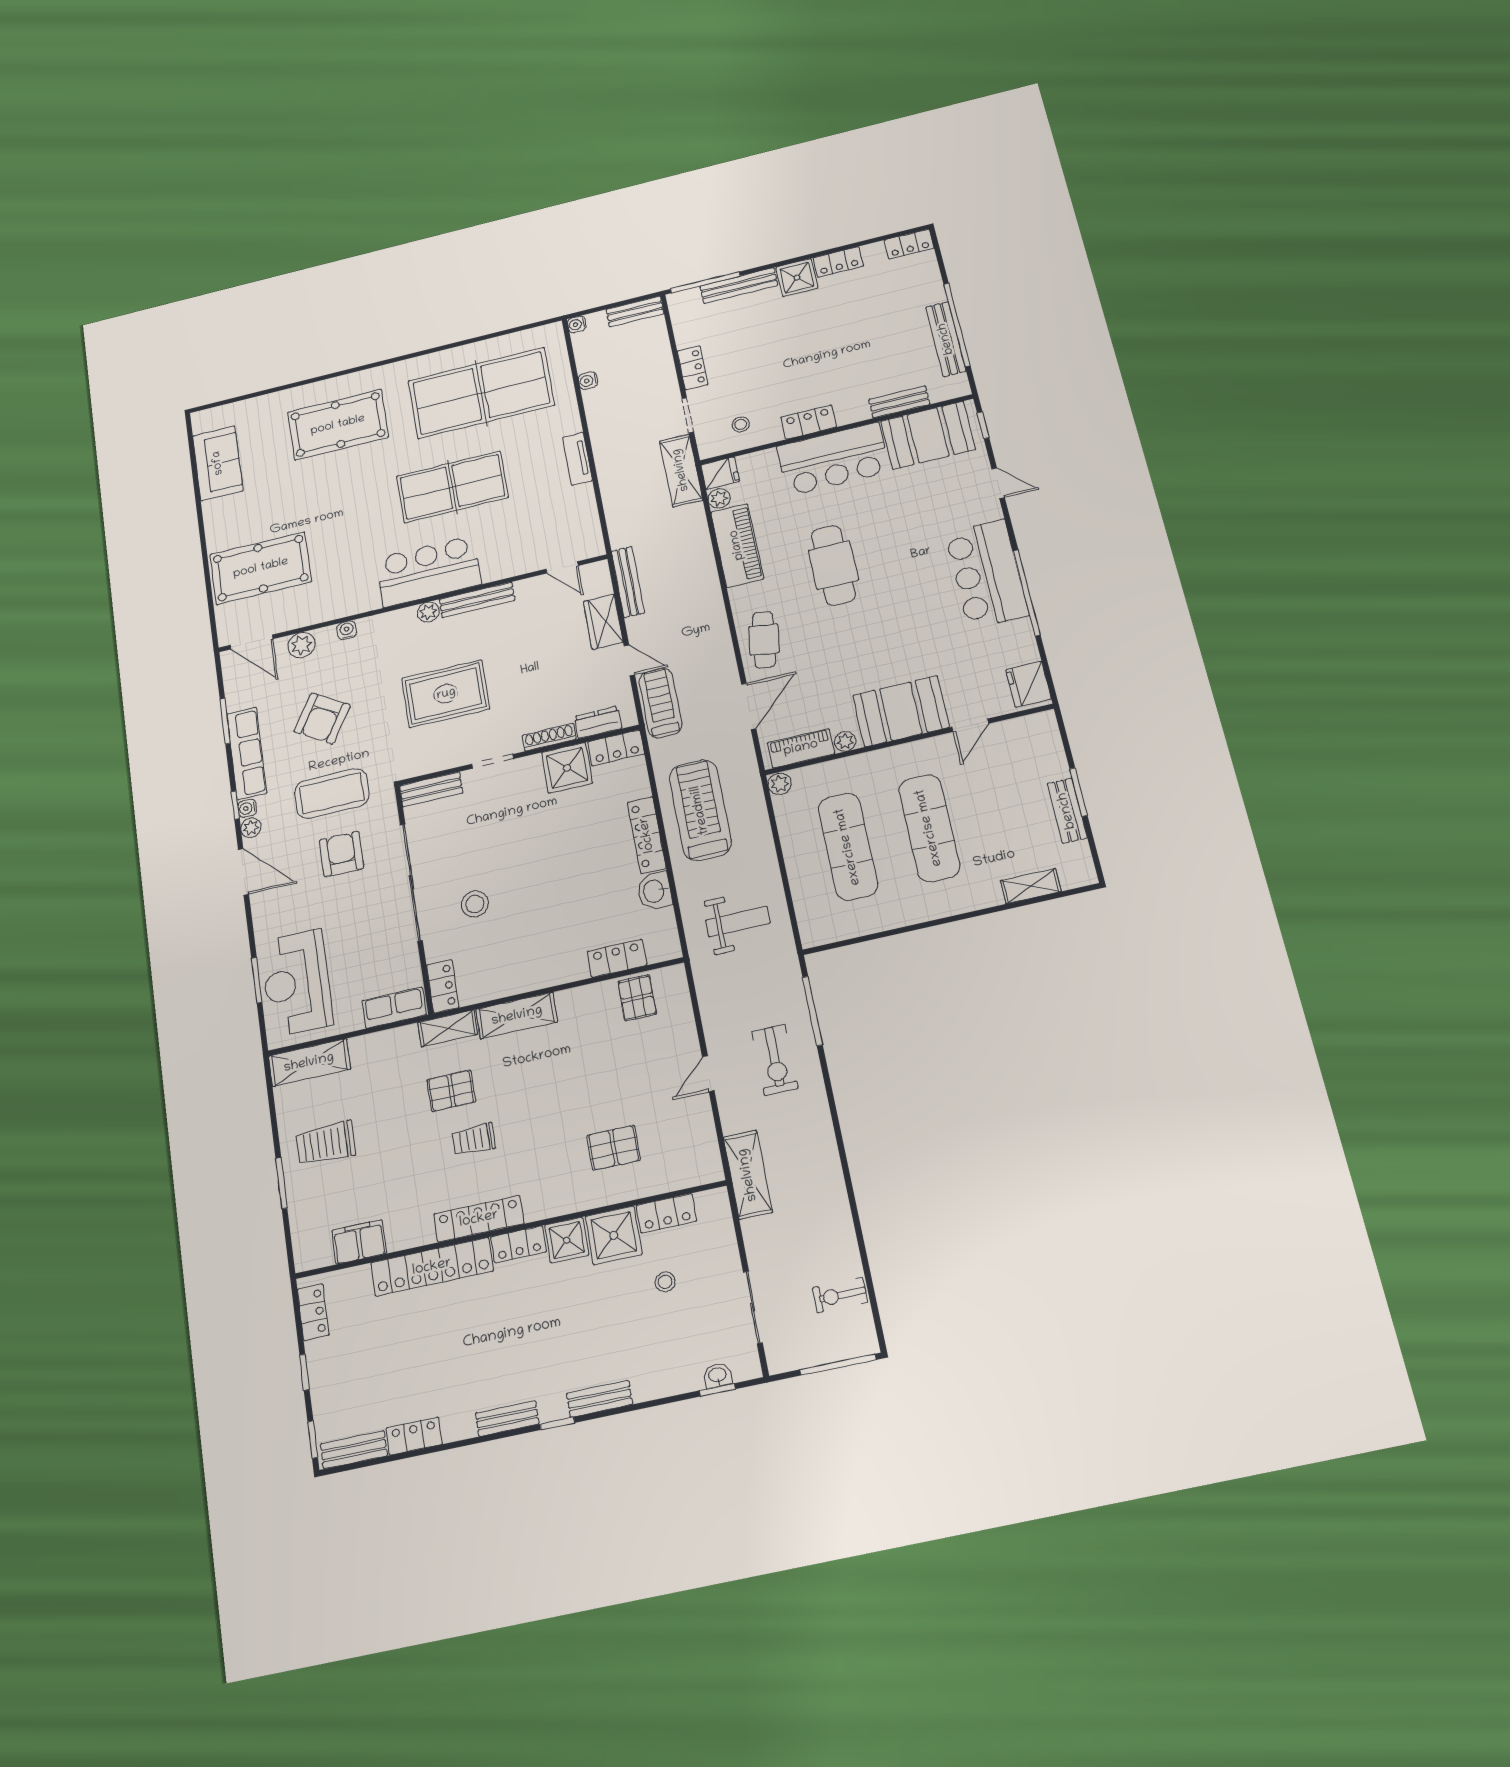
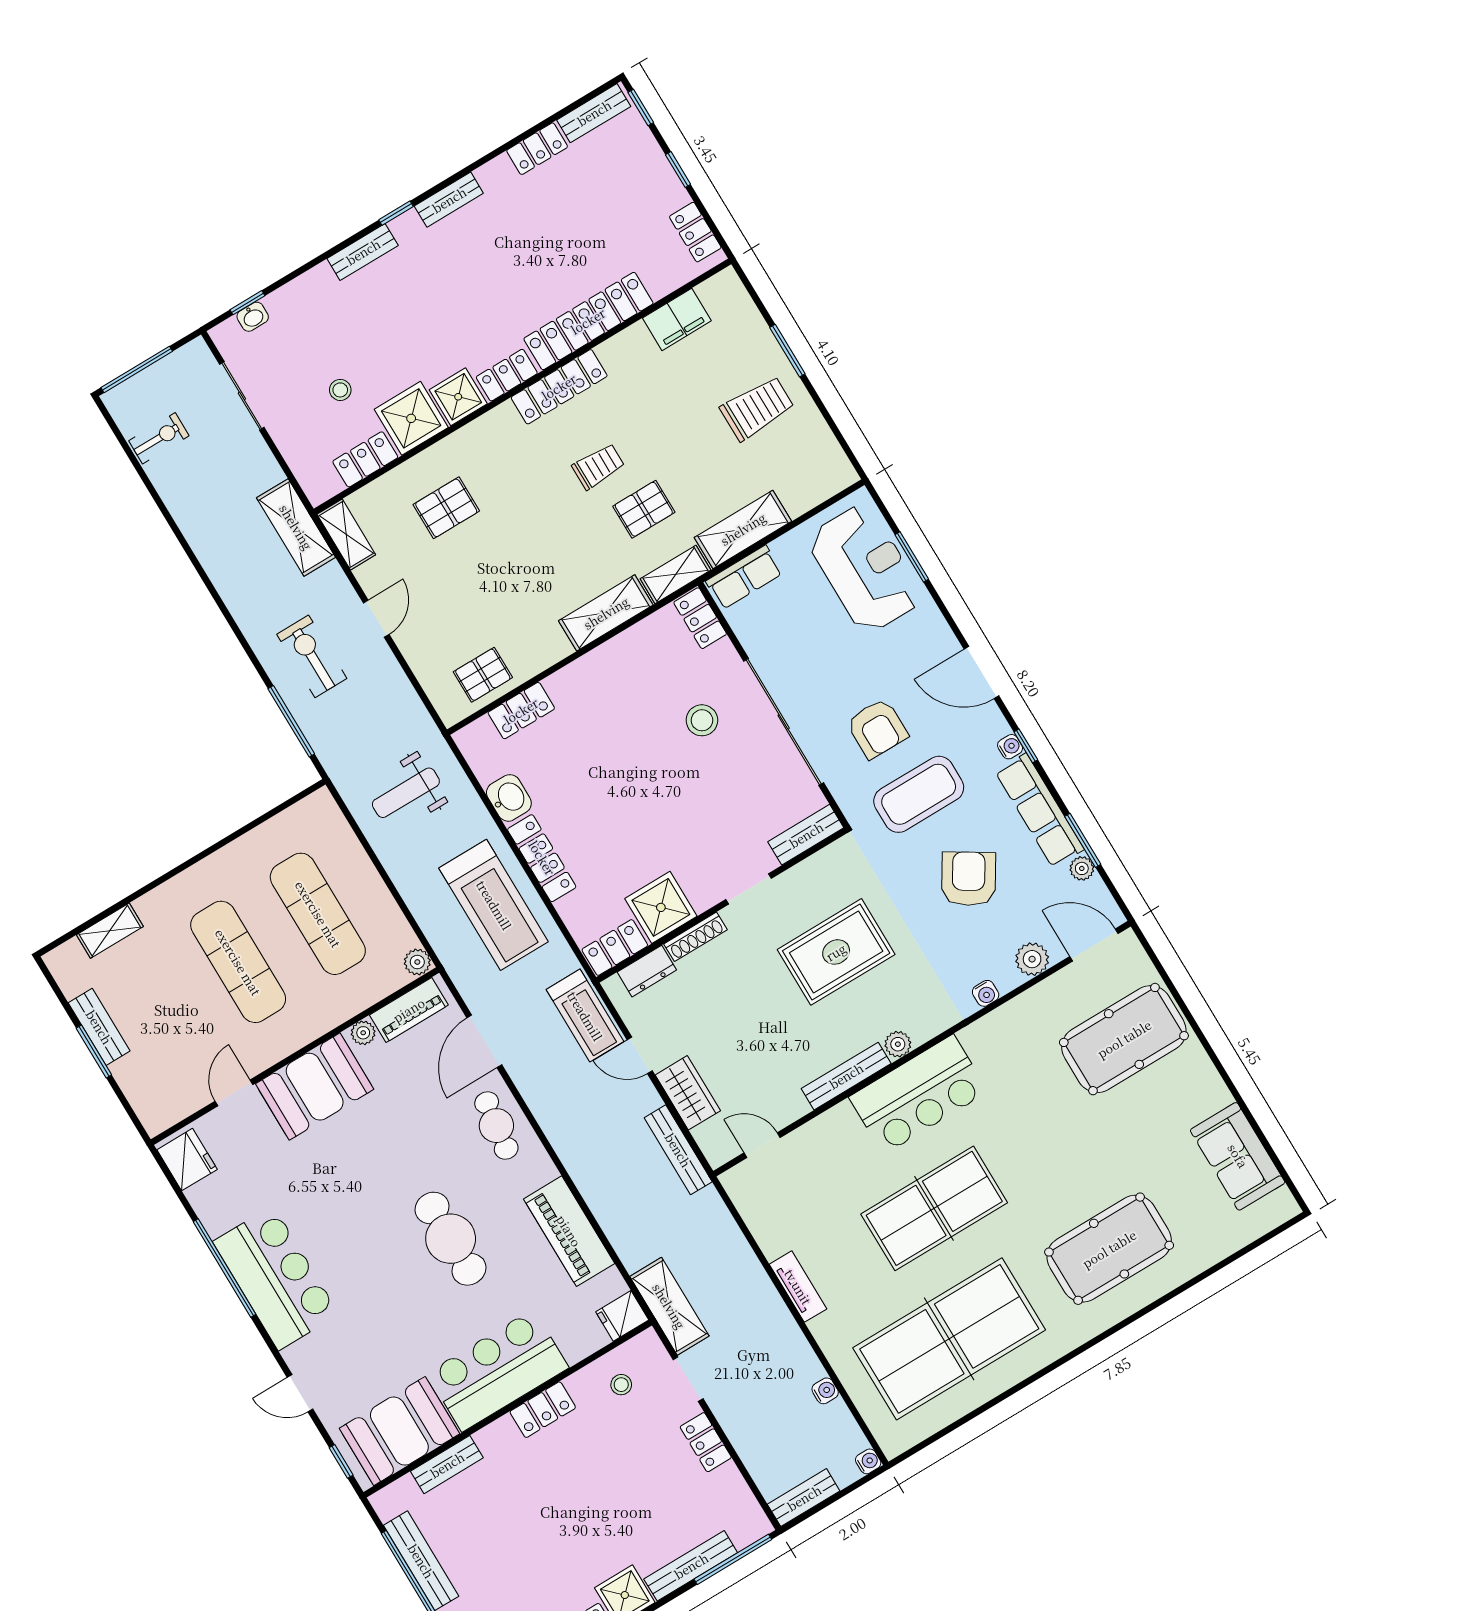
plant: (719, 498) -> (612, 1284), removed
plant: (251, 828) -> (1082, 868), moved
pallet: (637, 998) -> (483, 675), turned 90
shelving: (309, 1063) -> (743, 529), moved
shelving: (707, 1154) -> (346, 535), added

